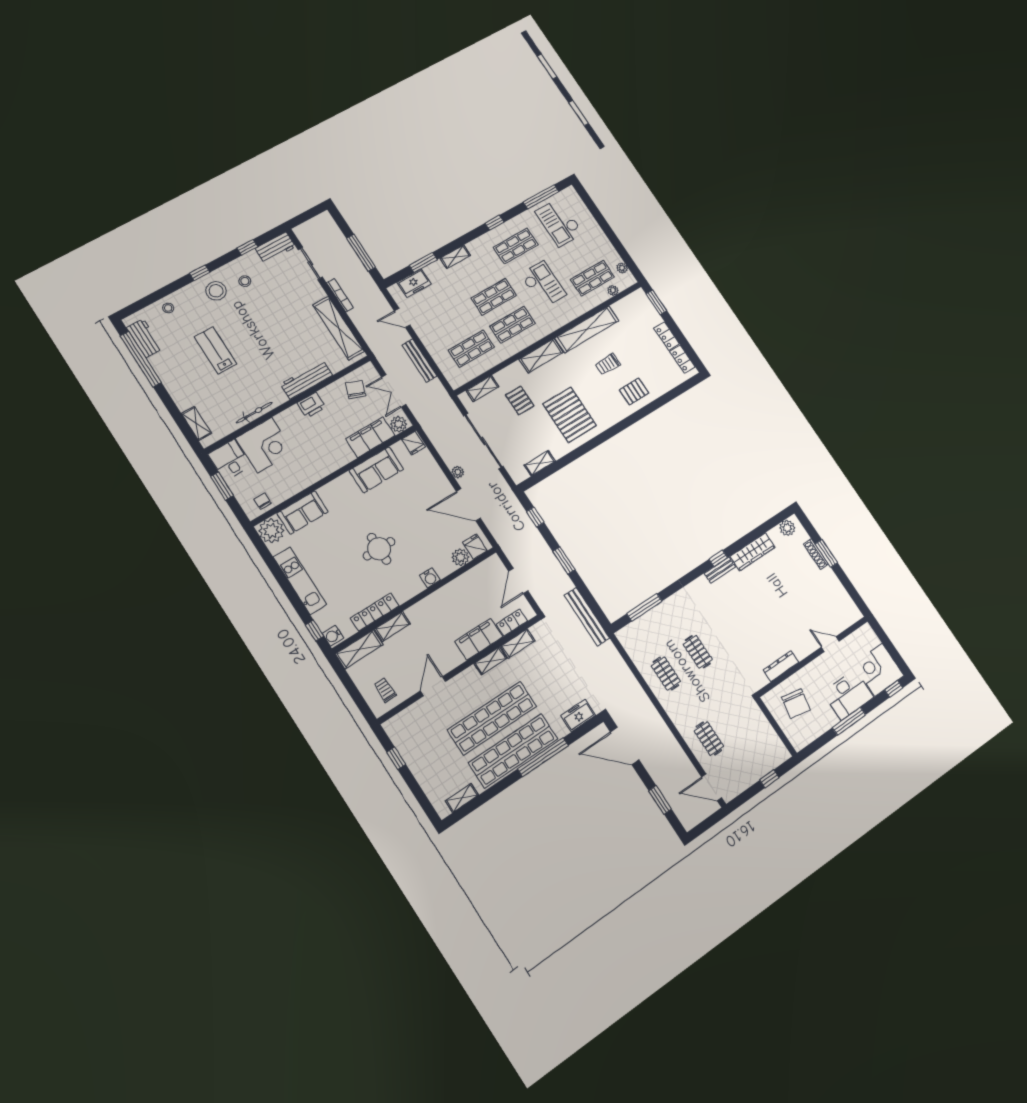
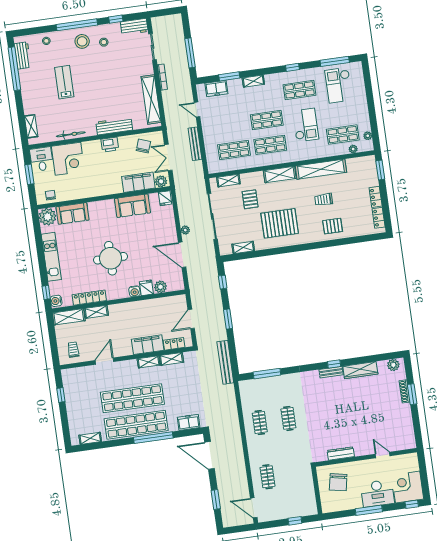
window: (200, 273) -> (77, 25), width x3.17
pallet: (570, 415) -> (280, 223), turned 90
fridge: (475, 547) -> (146, 288), moved
round table: (379, 549) -> (111, 258), width x1.36, depth x1.36

